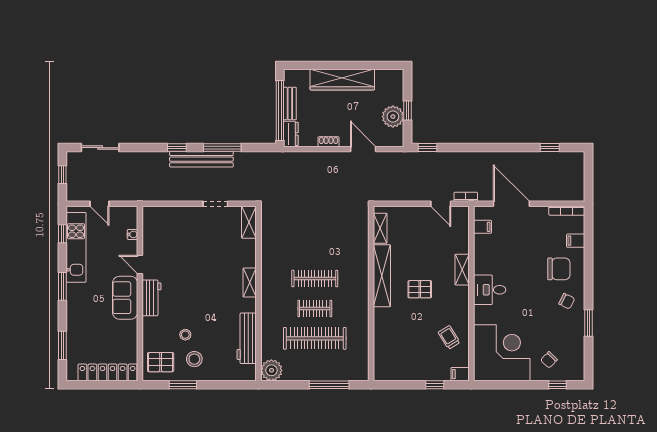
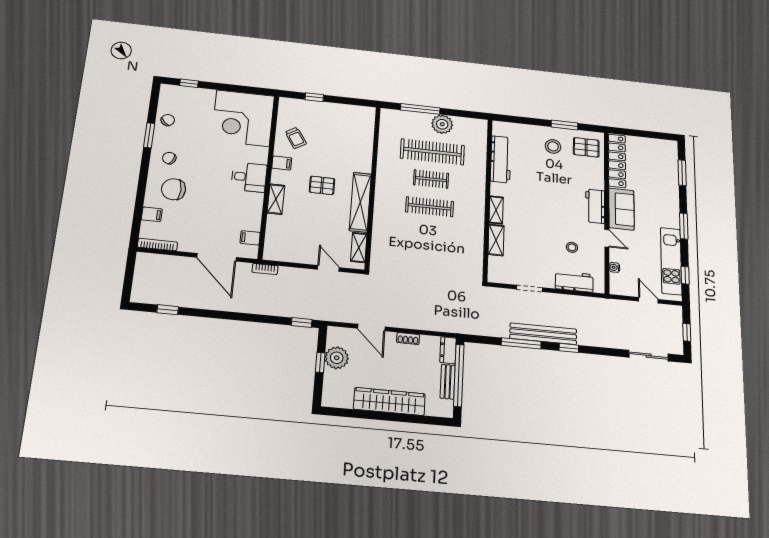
door: (441, 204) -> (328, 268), moved
workbench: (172, 215) -> (574, 282), added
shelving: (249, 222) -> (496, 240), moved
stool: (185, 335) -> (572, 247), moved
chair: (549, 360) -> (168, 120), moved
plant: (271, 370) -> (442, 124), moved
locker: (107, 372) -> (617, 161), moved, turned -90
filing cabinet: (460, 374) -> (282, 163), moved

